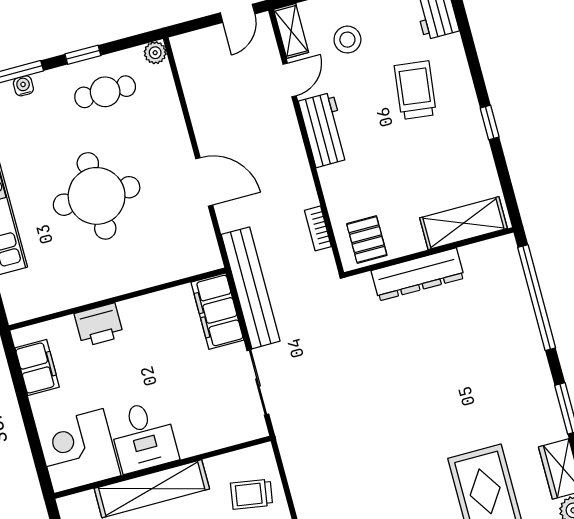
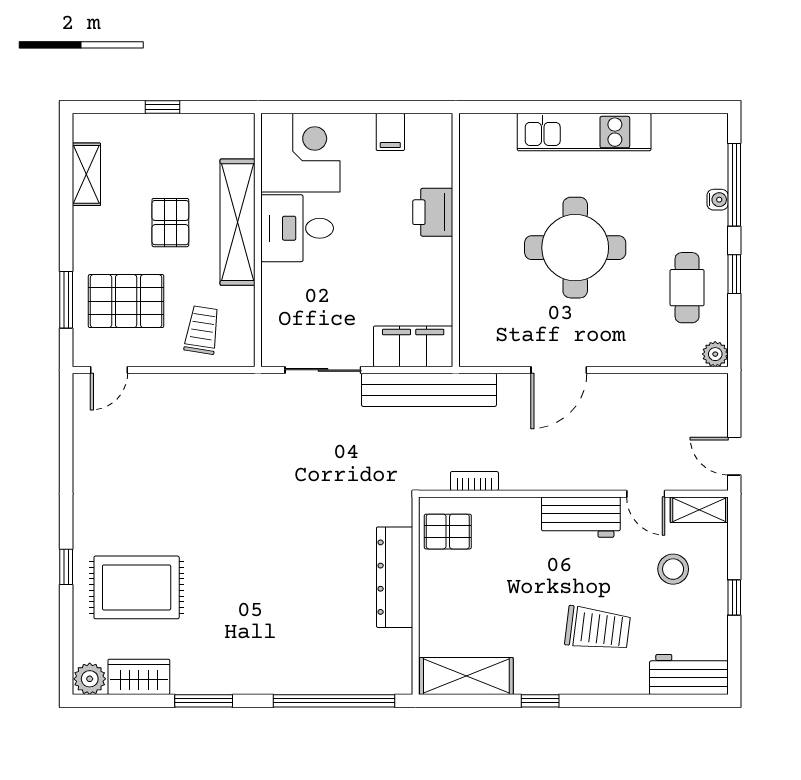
shelving: (463, 223) -> (466, 676), moved, turned 90
filing cabinet: (37, 367) -> (390, 132), width x0.50

